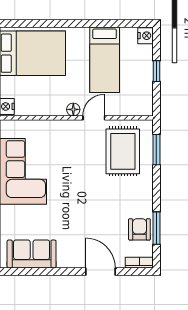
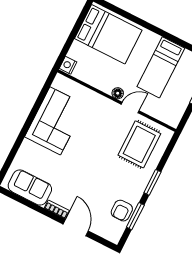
window: (156, 150) -> (152, 182), moved
armchair: (139, 229) -> (122, 211), turned 180
bookcase: (139, 263) -> (57, 209), moved

